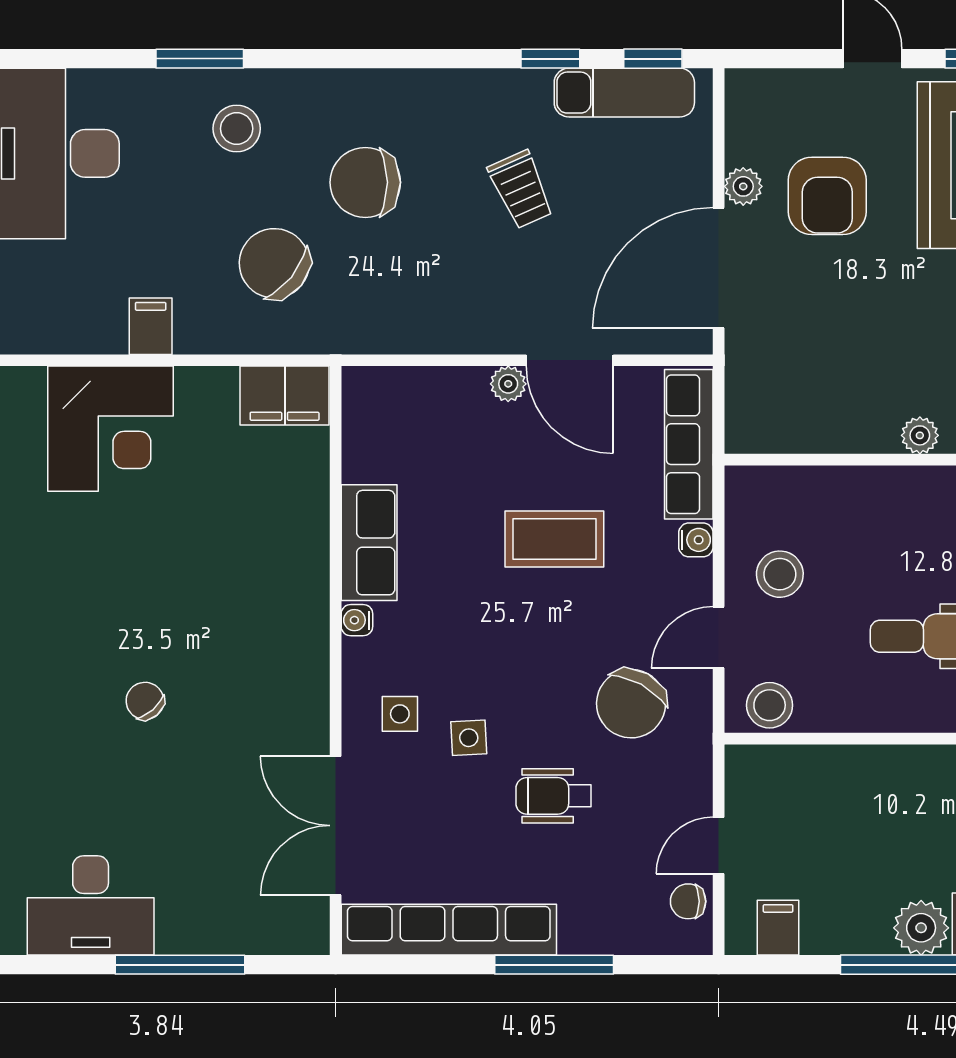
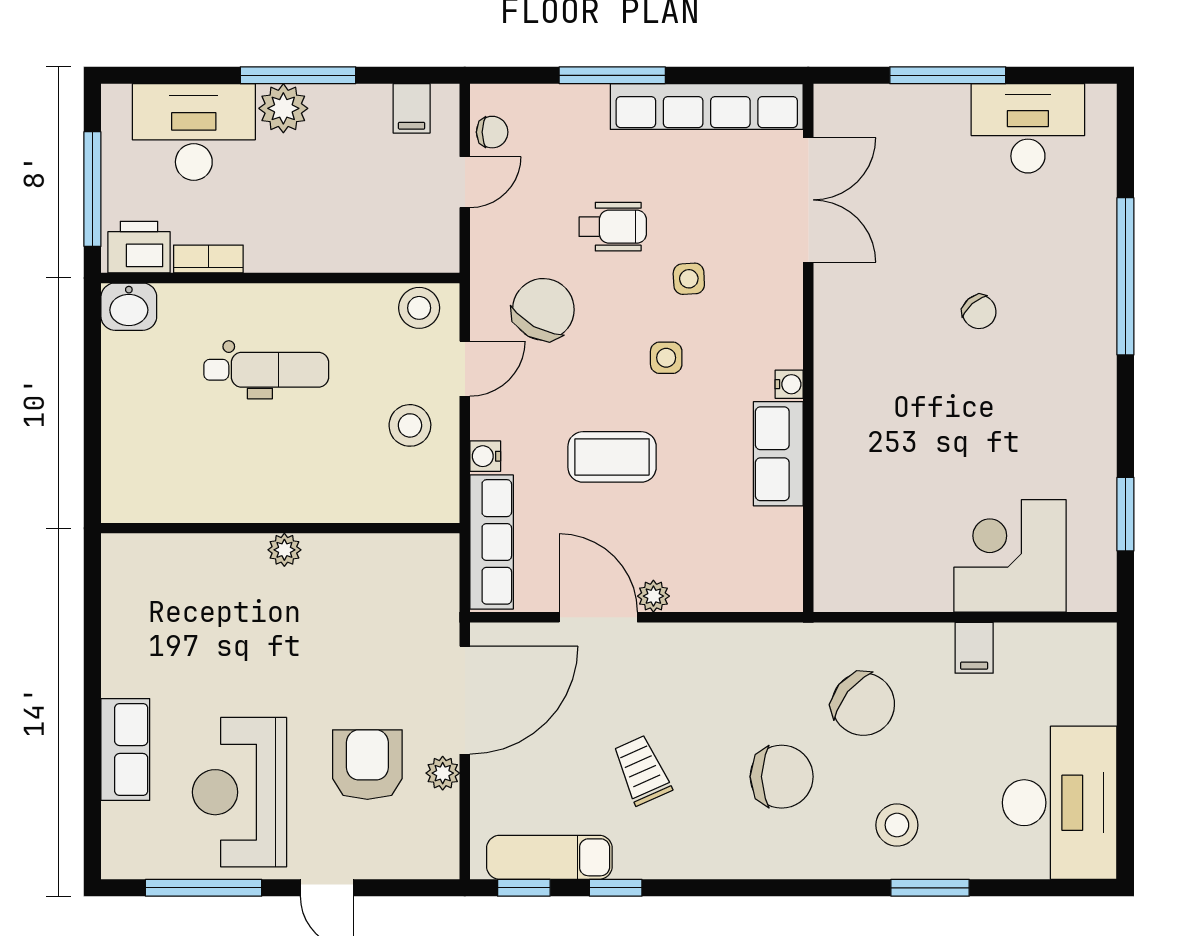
filing cabinet: (285, 395) -> (854, 586), removed
side table: (400, 714) -> (666, 358), moved

